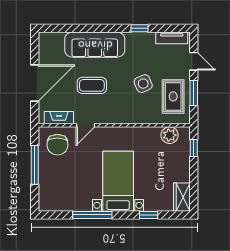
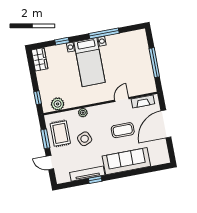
tv unit: (172, 38) -> (87, 174), moved, width x1.41
plant: (139, 118) -> (83, 113), added
chair: (57, 145) -> (140, 81), removed

